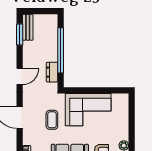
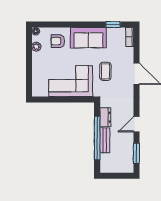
bench: (28, 27) -> (105, 140), moved
door: (20, 76) -> (136, 124), moved

